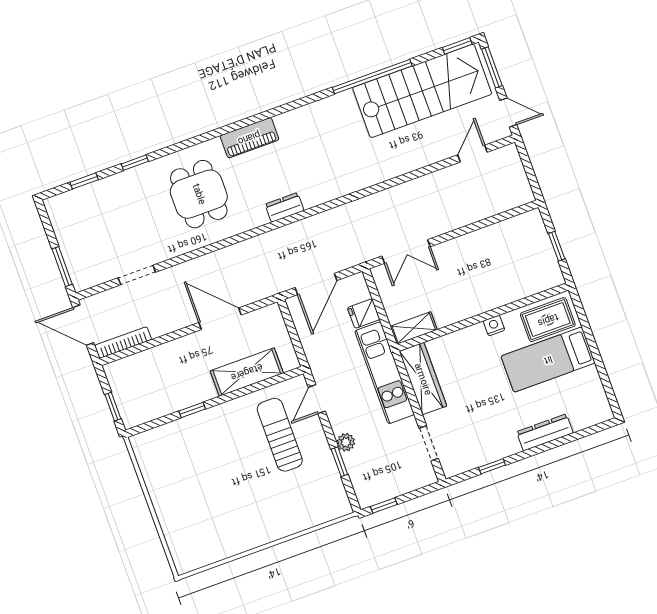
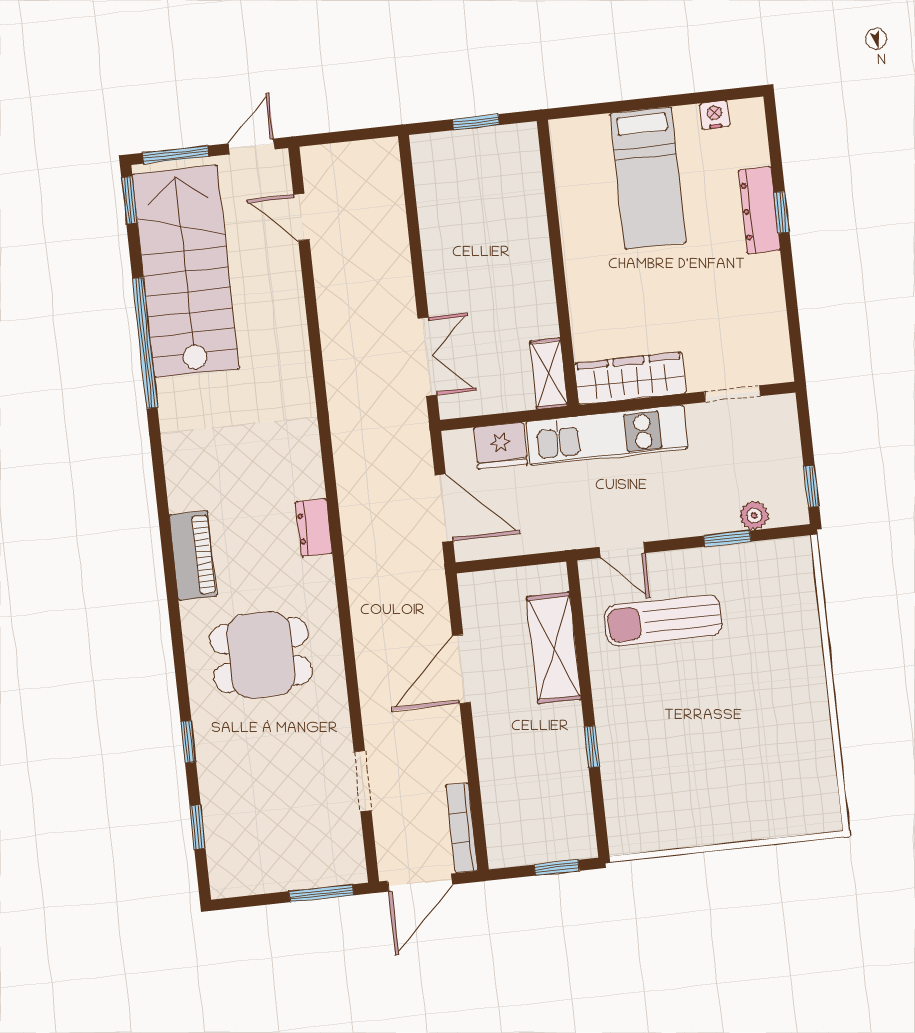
fridge: (364, 314) -> (501, 446), width x1.38
rug: (548, 320) -> (586, 163), removed
nightstand: (494, 326) -> (715, 115), moved, turned 90
plant: (346, 442) -> (754, 515), moved
window: (492, 466) -> (782, 212), moved

